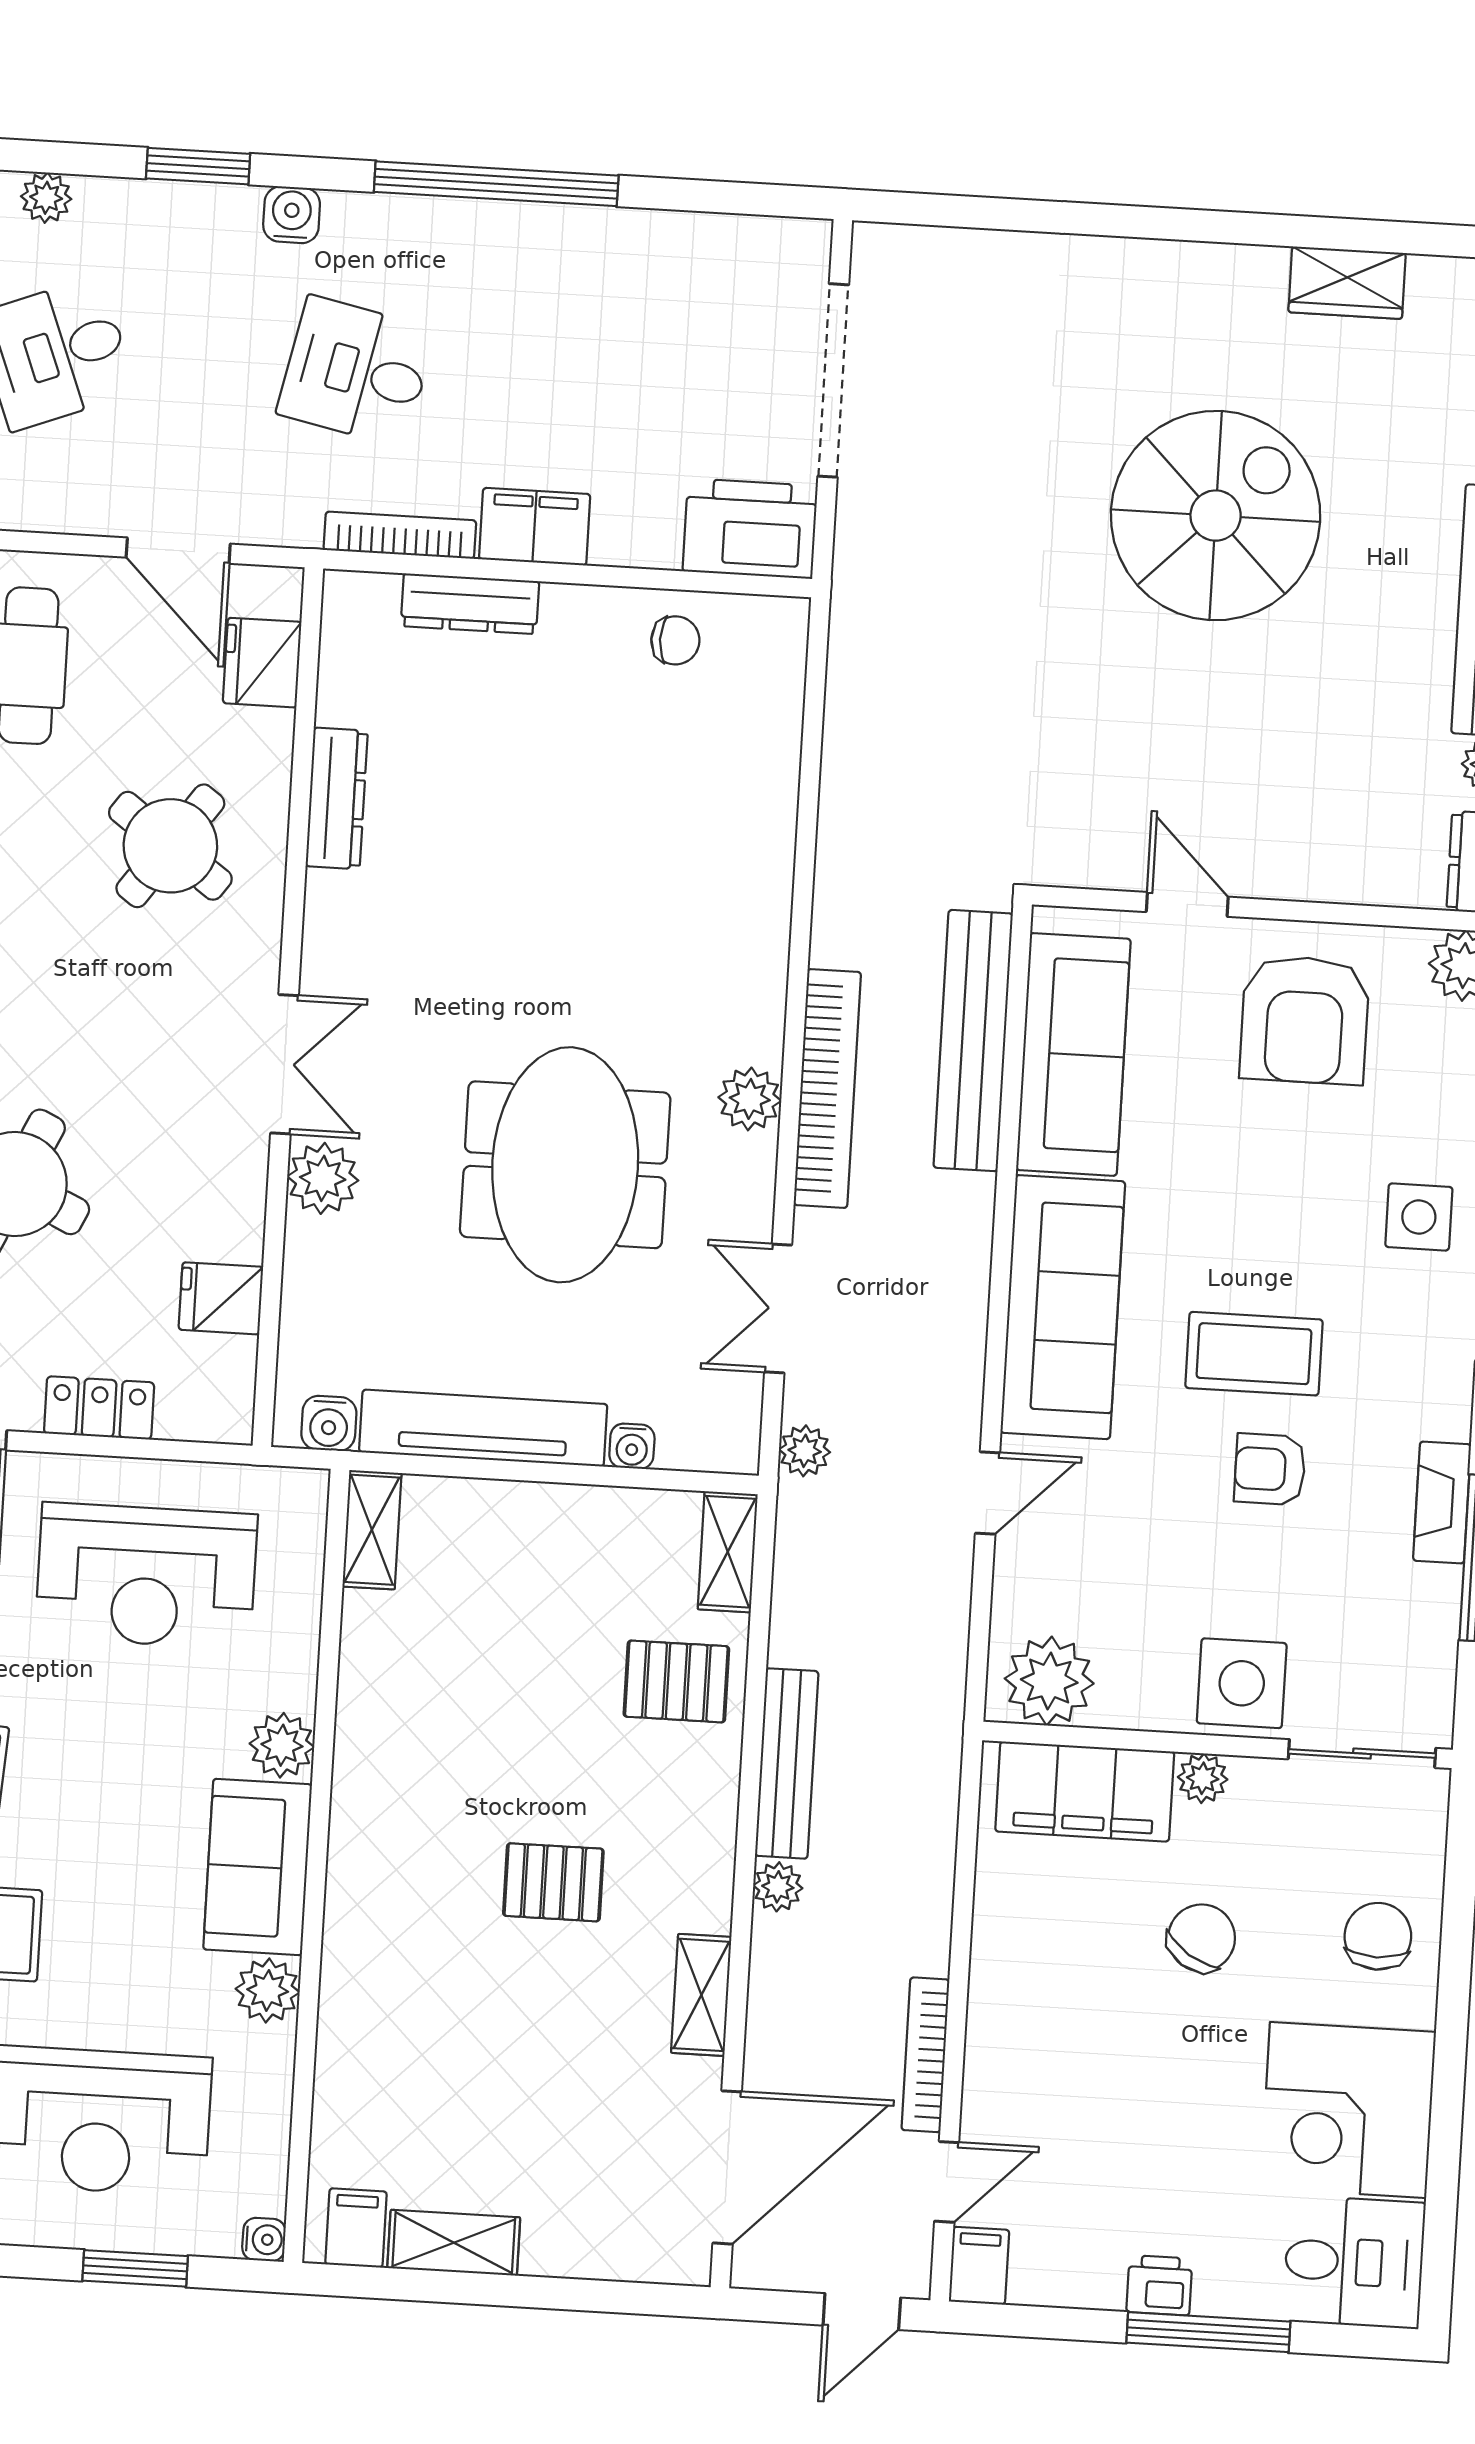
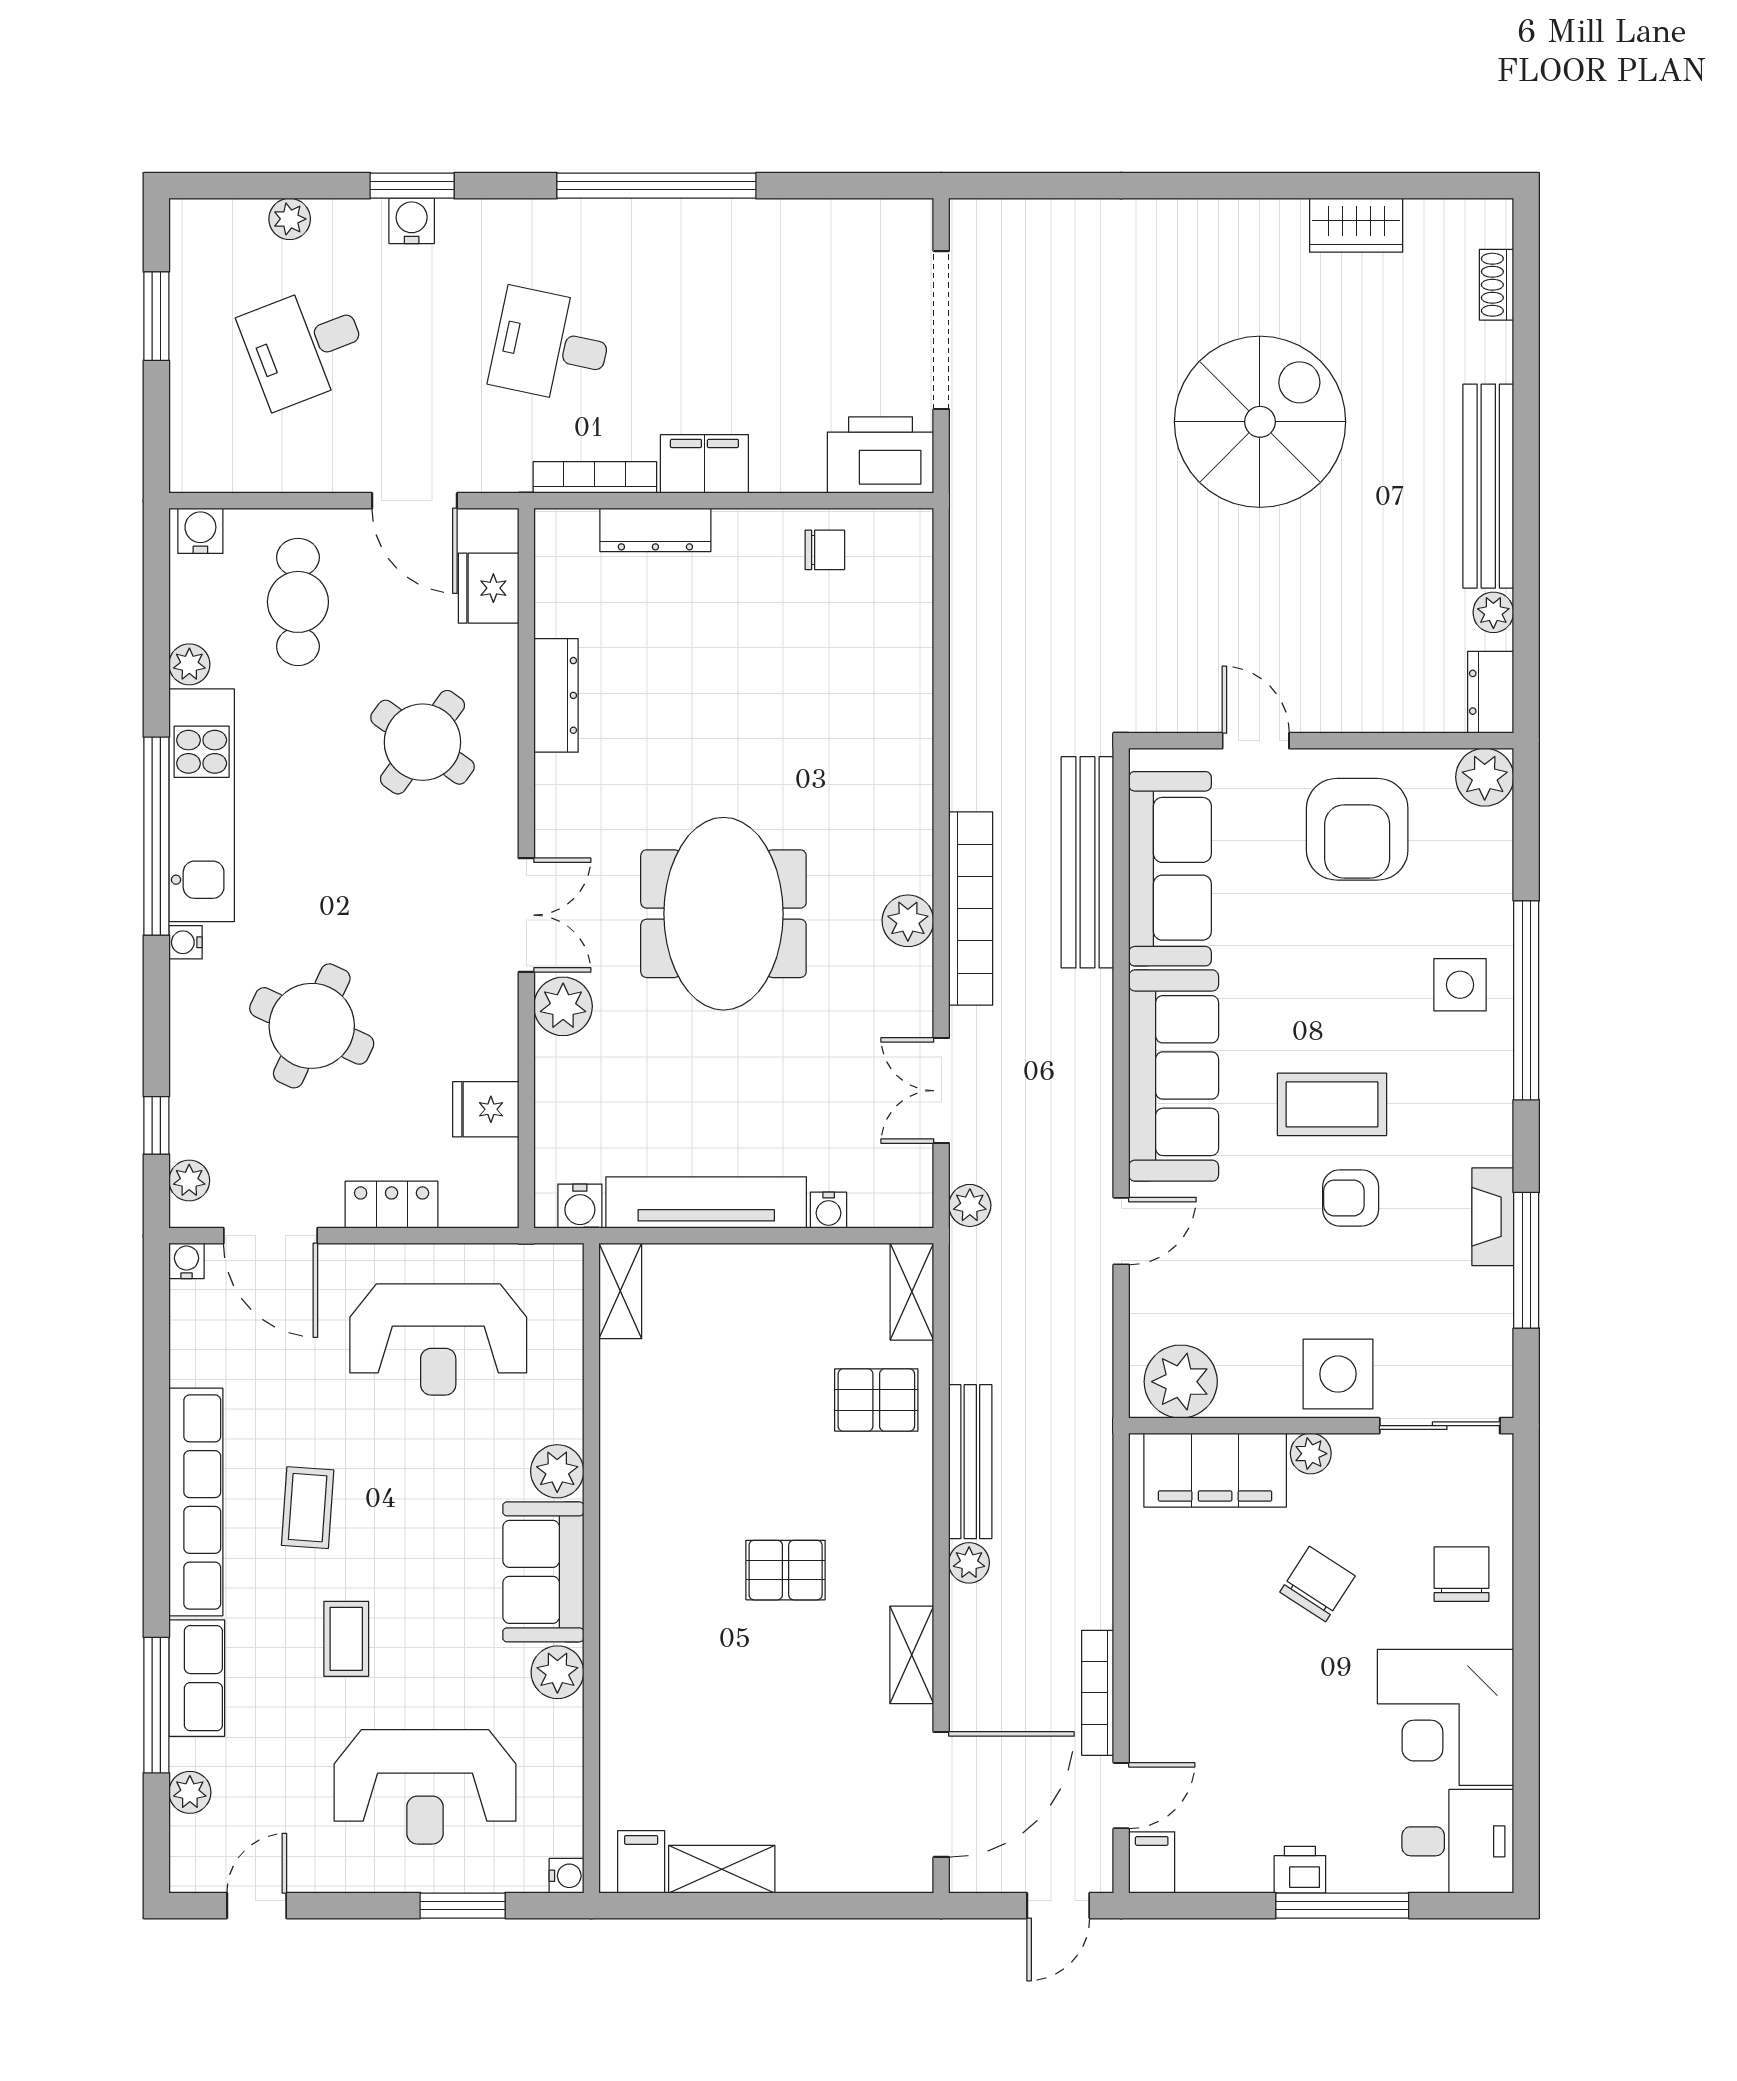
water cooler: (292, 215) -> (412, 221), moved
meeting table: (565, 1165) -> (723, 914), moved

